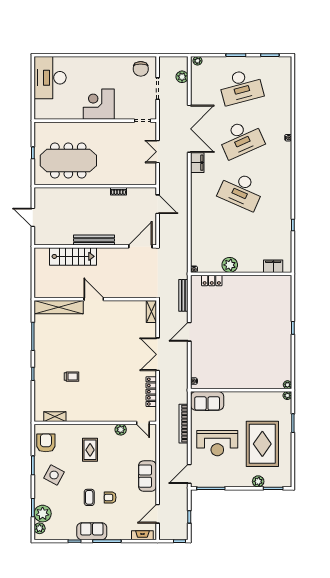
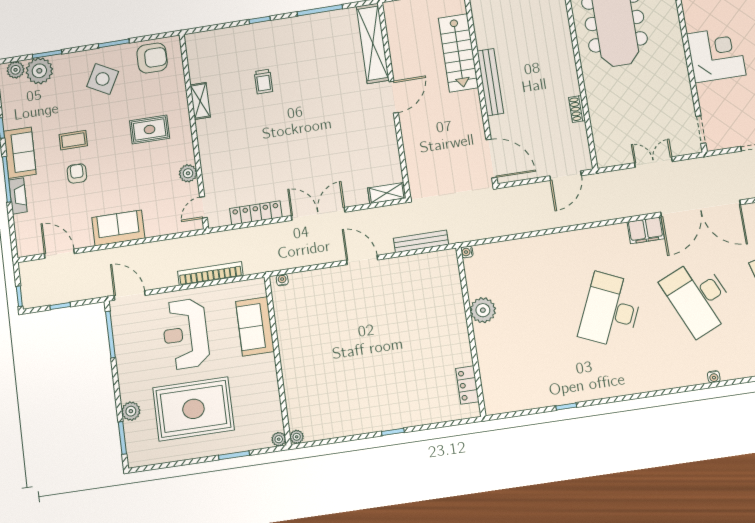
filing cabinet: (273, 266) -> (492, 383), removed
locker: (212, 281) -> (467, 385), moved
sofa: (207, 401) -> (255, 326), moved
shelving: (55, 417) -> (200, 101), moved
fireplace: (142, 535) -> (18, 196), moved

